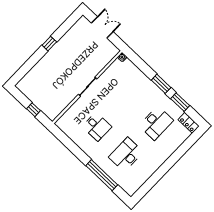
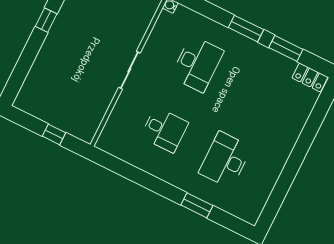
desk: (156, 123) -> (197, 64), moved
window: (102, 175) -> (197, 205), width x0.47

